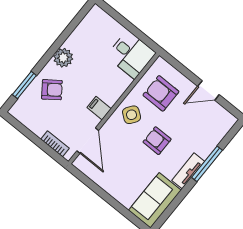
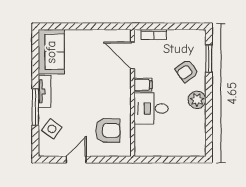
desk: (131, 54) -> (151, 108), moved
side table: (132, 115) -> (52, 129), moved
armchair: (157, 141) -> (84, 95), removed

